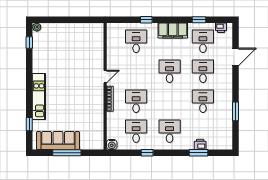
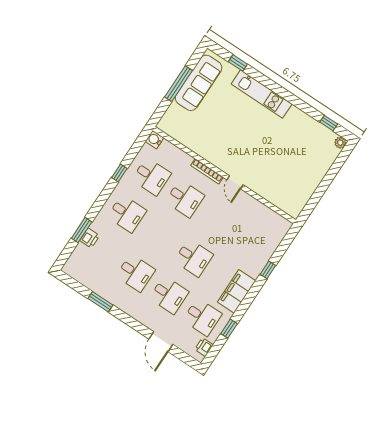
desk: (136, 41) -> (251, 243), removed

